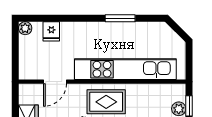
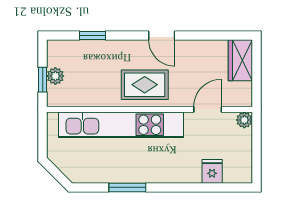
plant: (25, 28) -> (244, 120), moved

